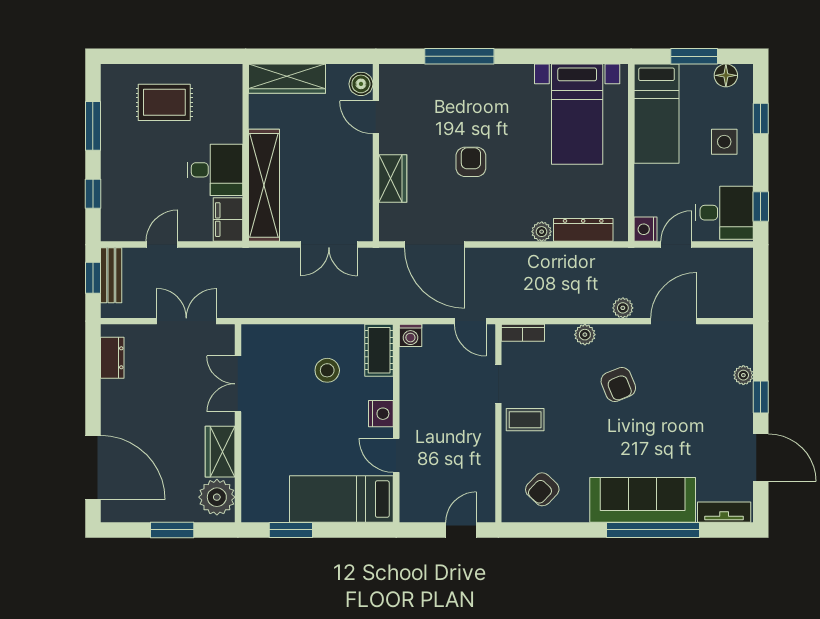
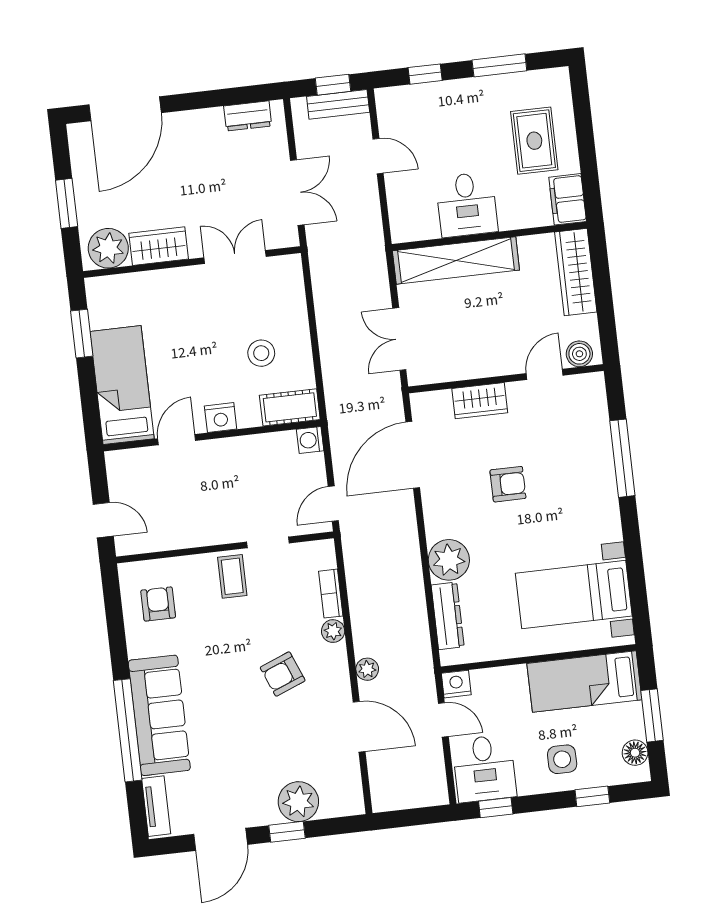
filing cabinet: (228, 220) -> (568, 199), moved, turned -90
plant: (542, 232) -> (449, 560), width x1.88, depth x1.88
bookcase: (523, 333) -> (331, 594), moved
plant: (743, 375) -> (298, 802), width x1.88, depth x1.88
armchair: (542, 489) -> (158, 604), turned 46

